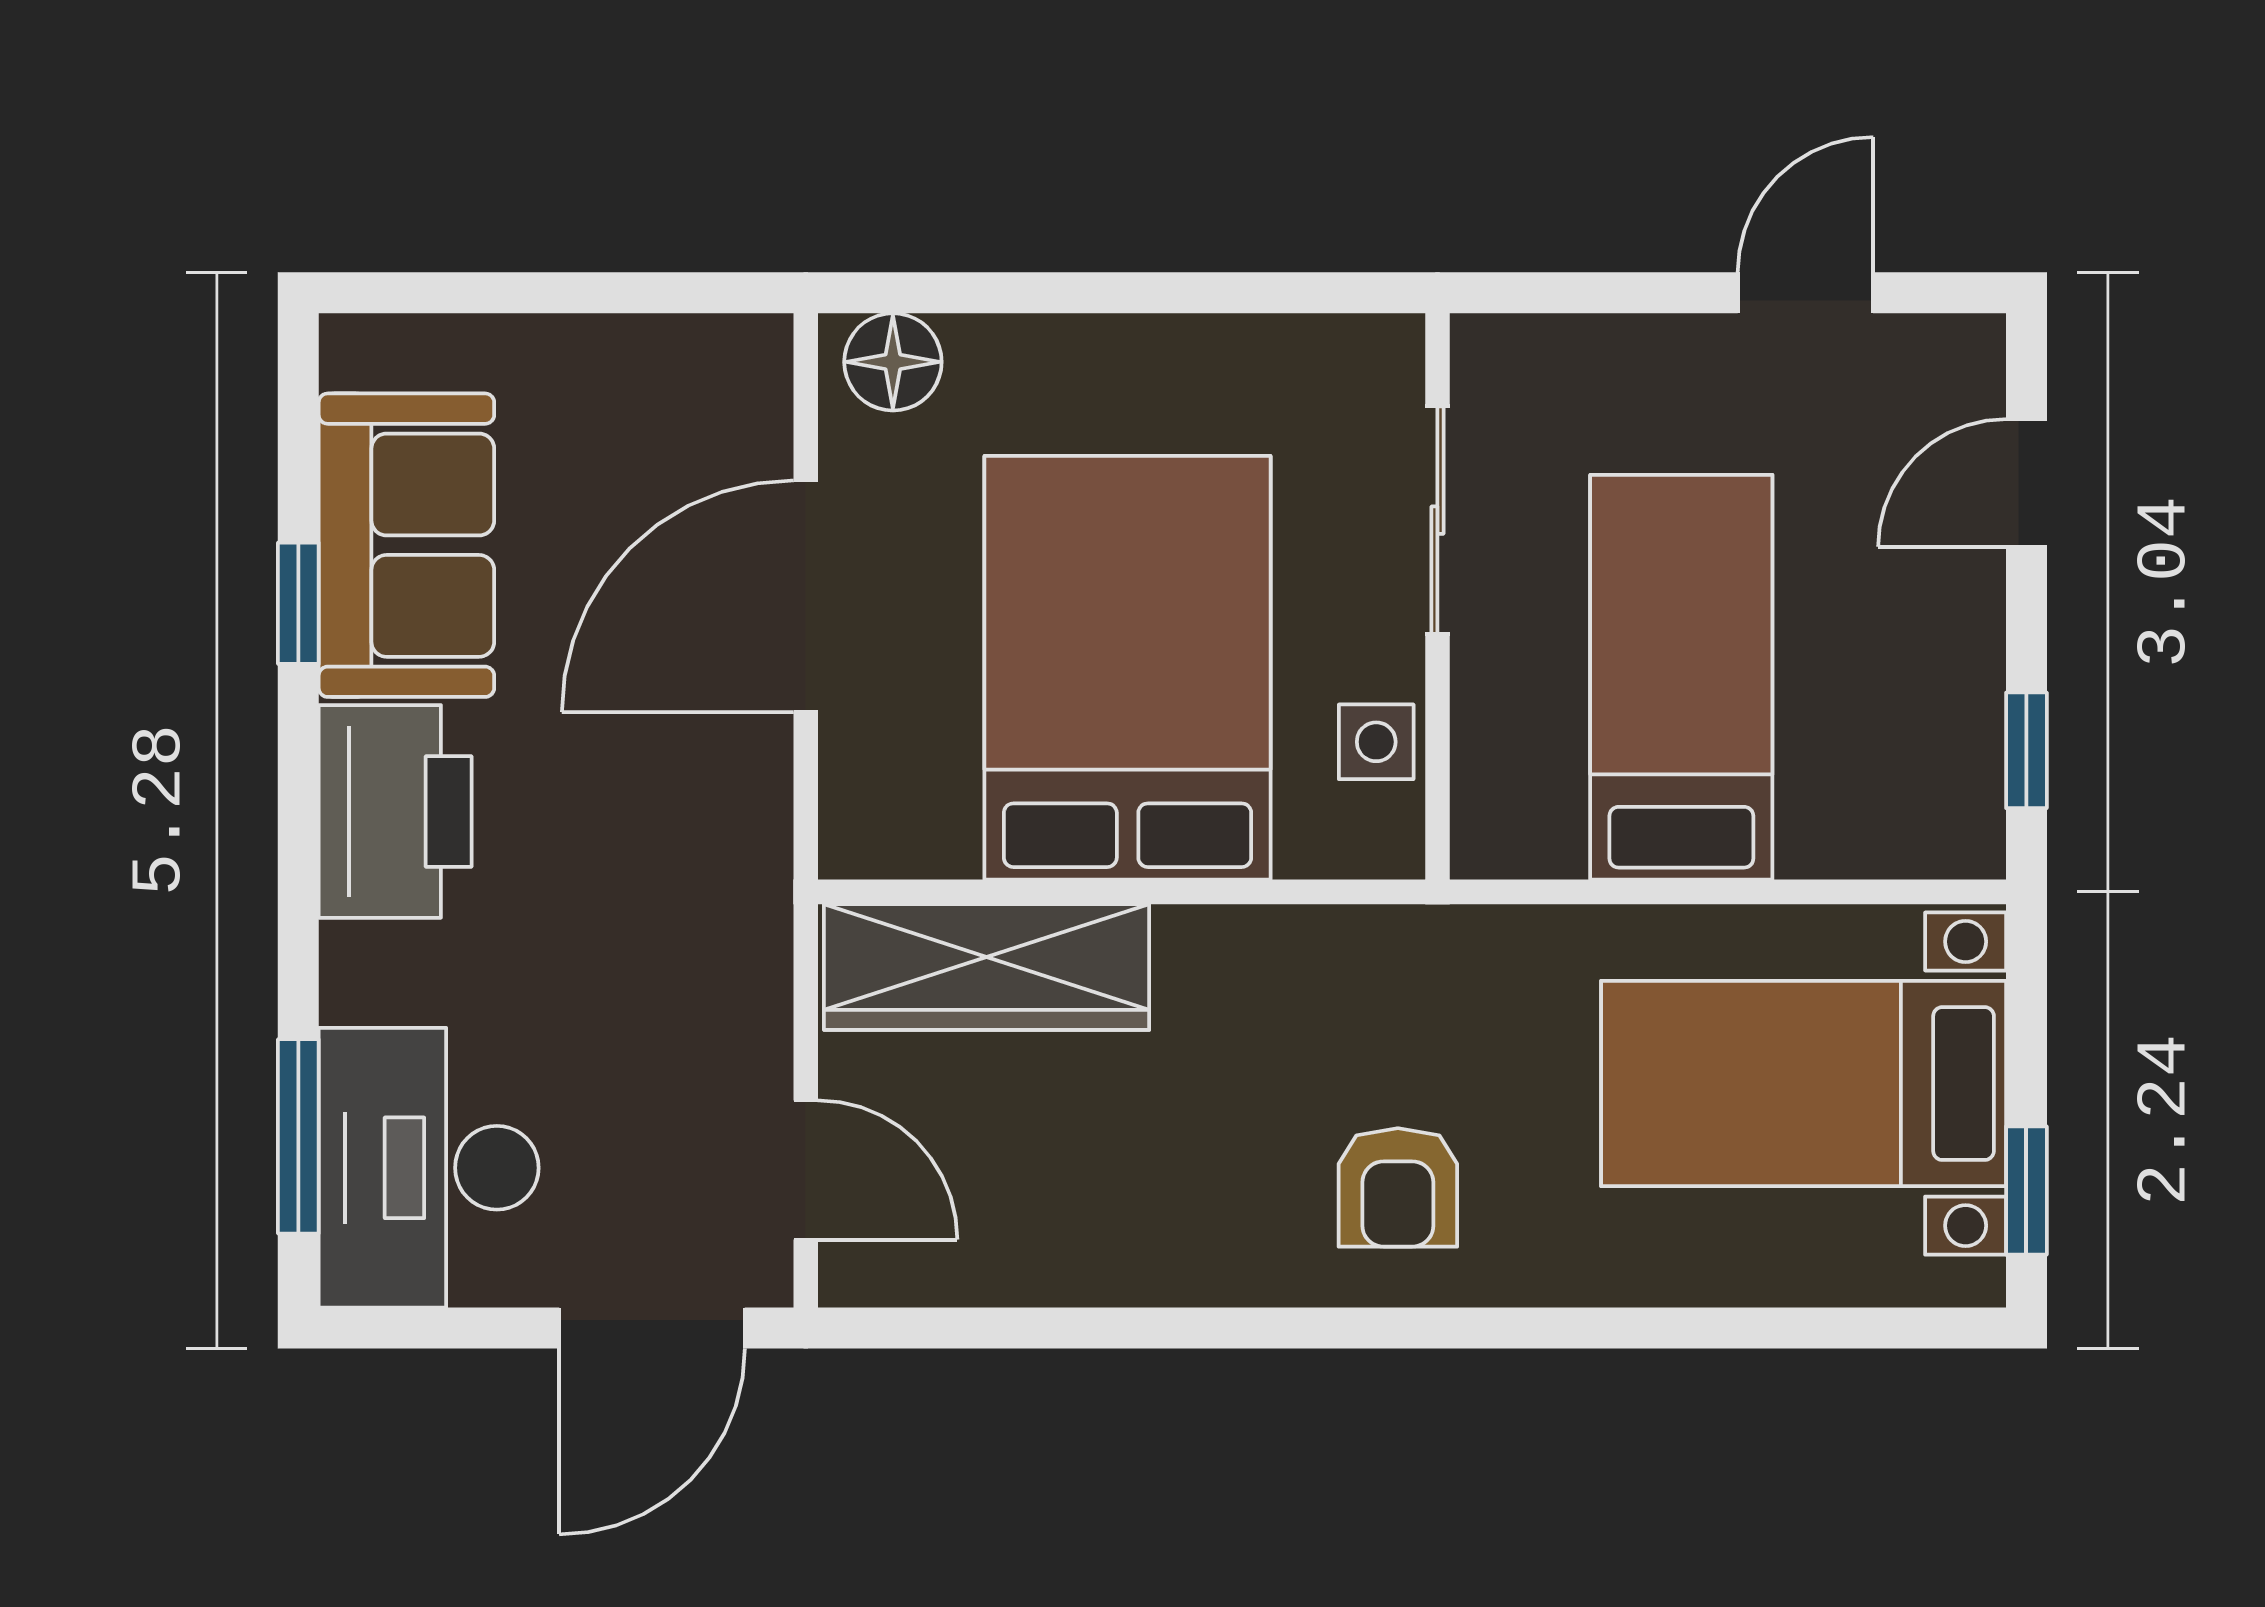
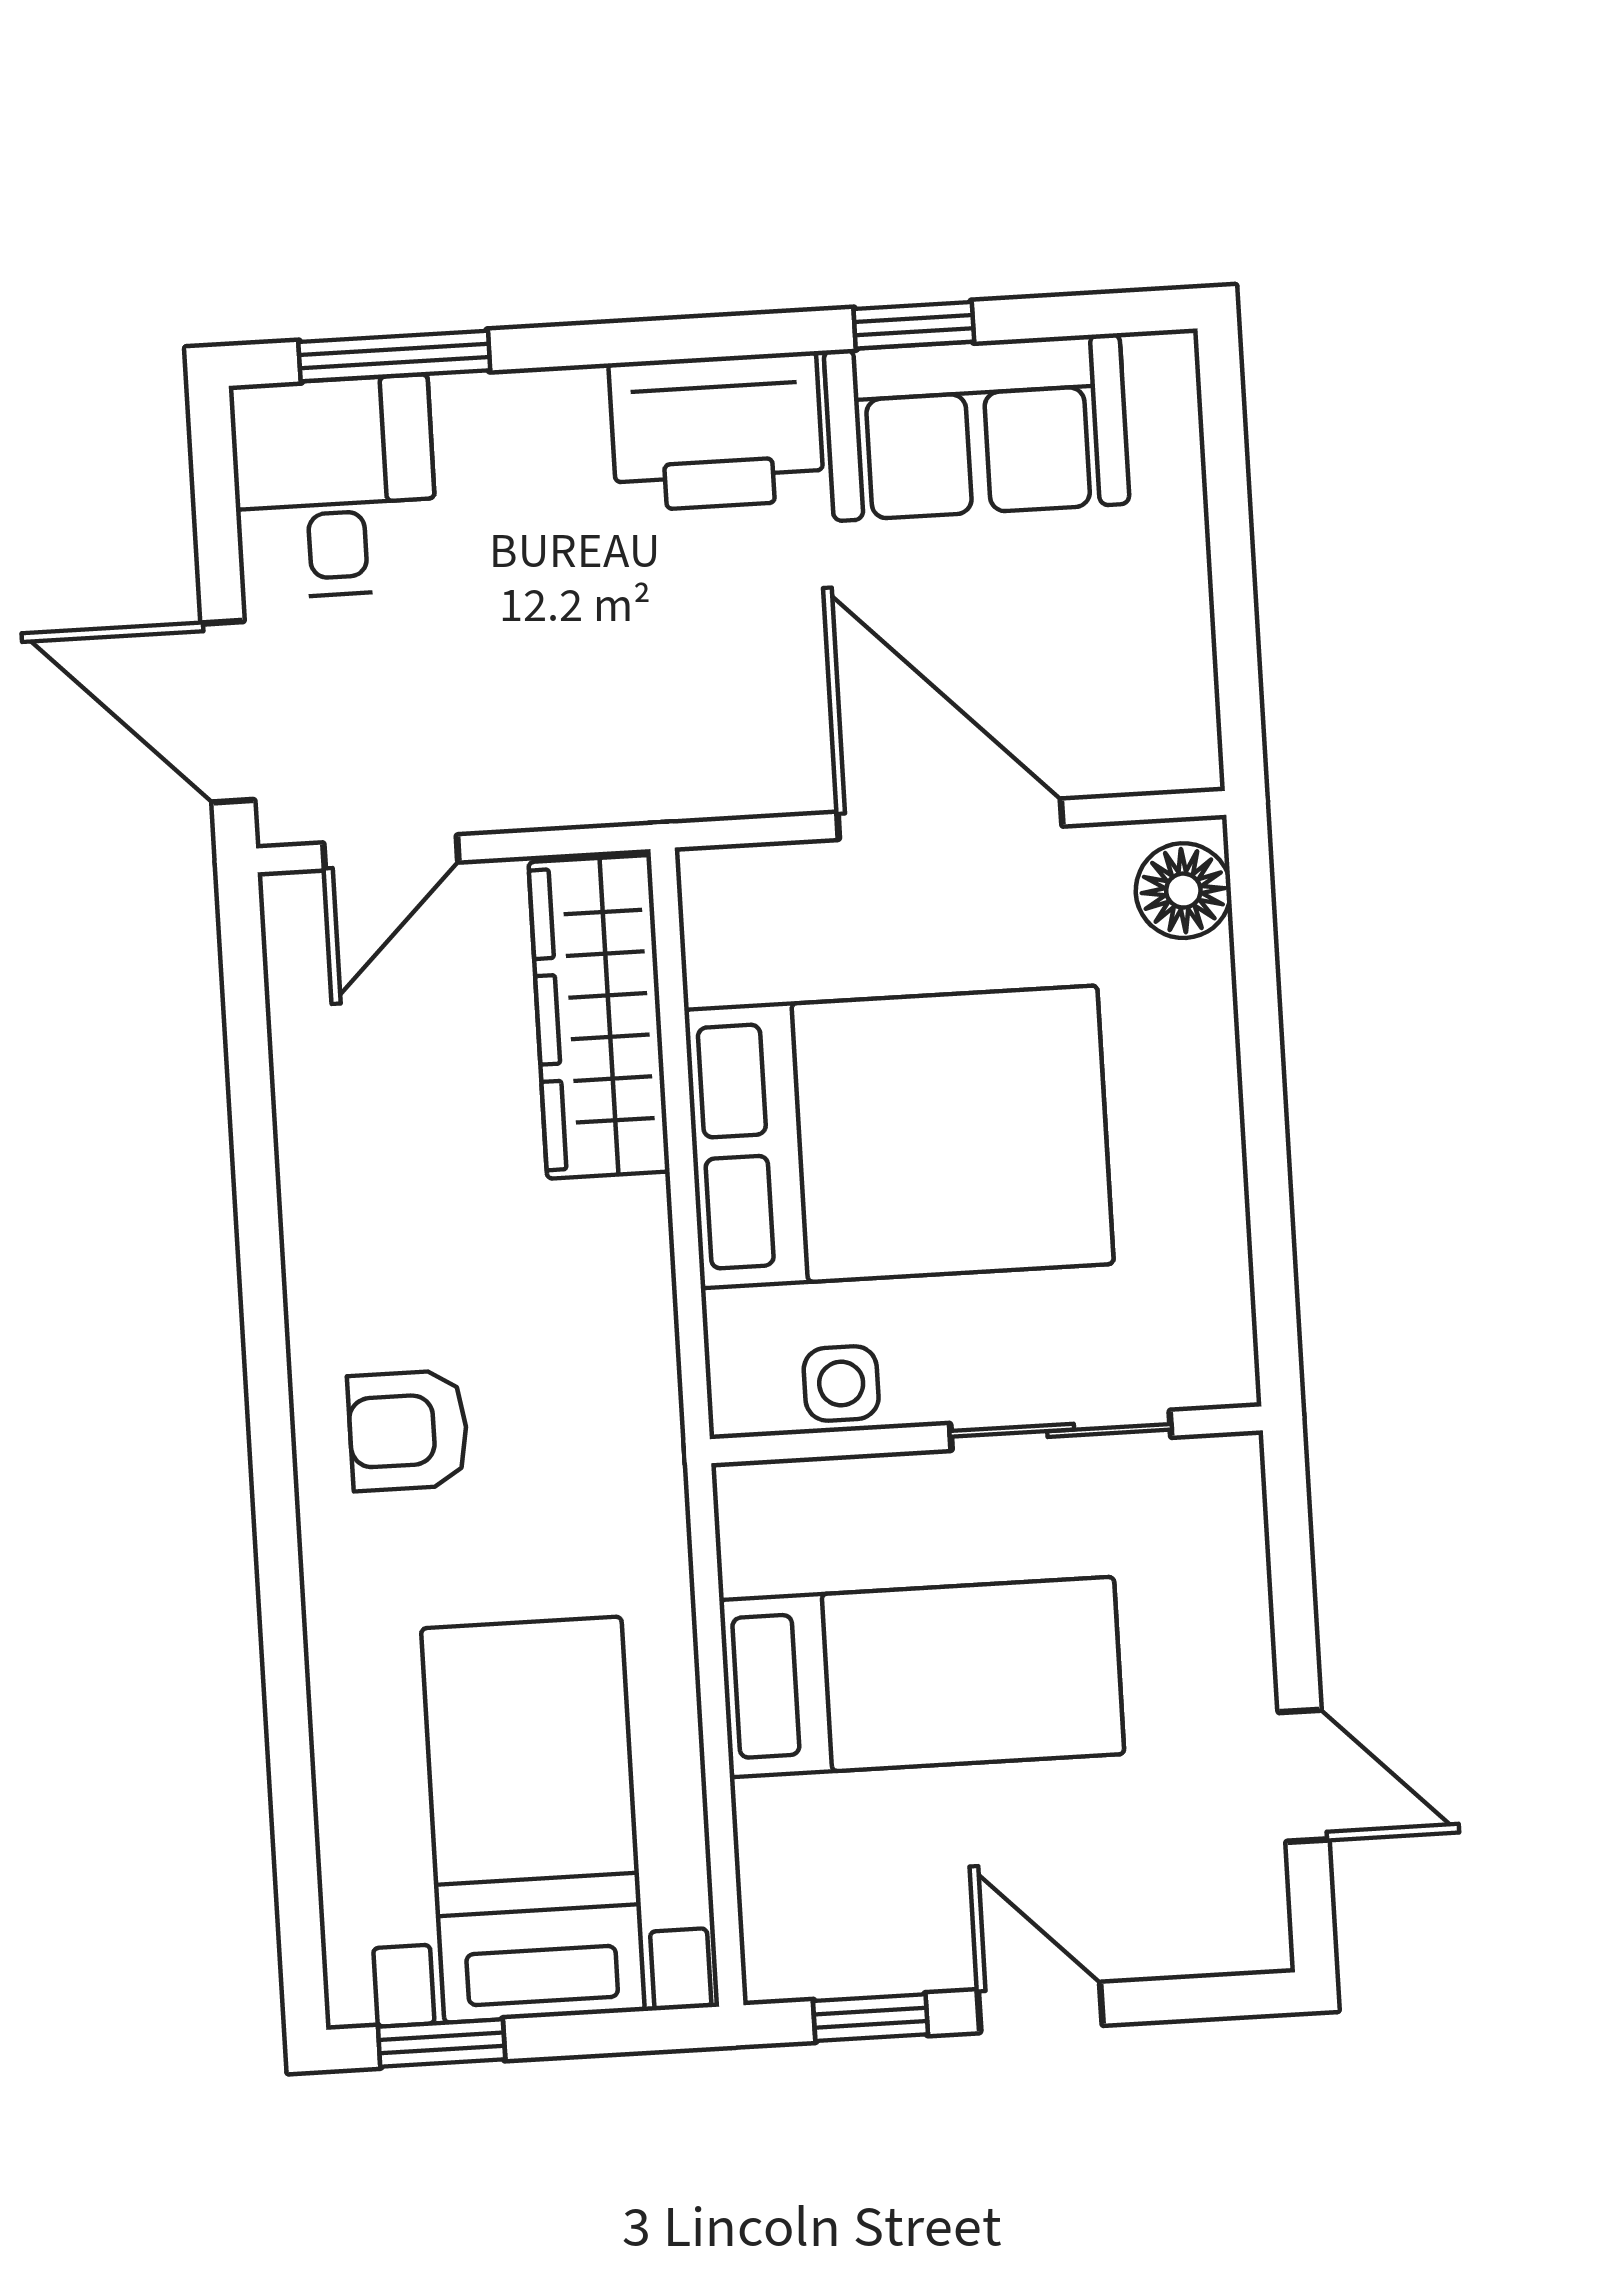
door: (2026, 483) -> (1040, 2007), moved
desk: (429, 1168) -> (334, 487), width x0.73

